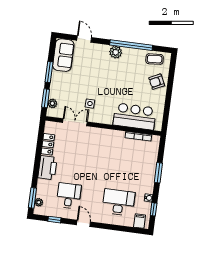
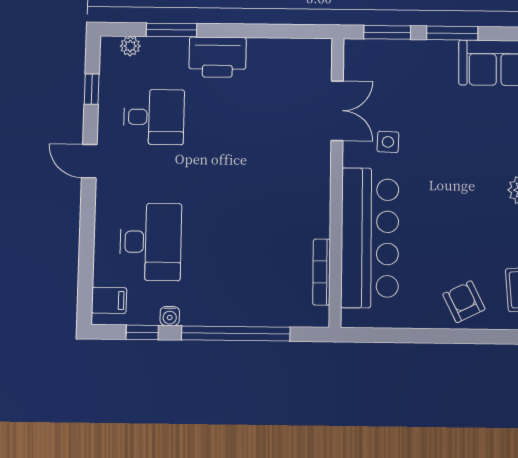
plant: (52, 103) -> (377, 50), removed
bar counter: (135, 116) -> (370, 238), width x1.36
locker: (48, 144) -> (275, 51), removed
window: (158, 173) -> (236, 333), width x2.11
window: (32, 198) -> (172, 30), moved
door: (83, 223) -> (89, 161), swing flipped

